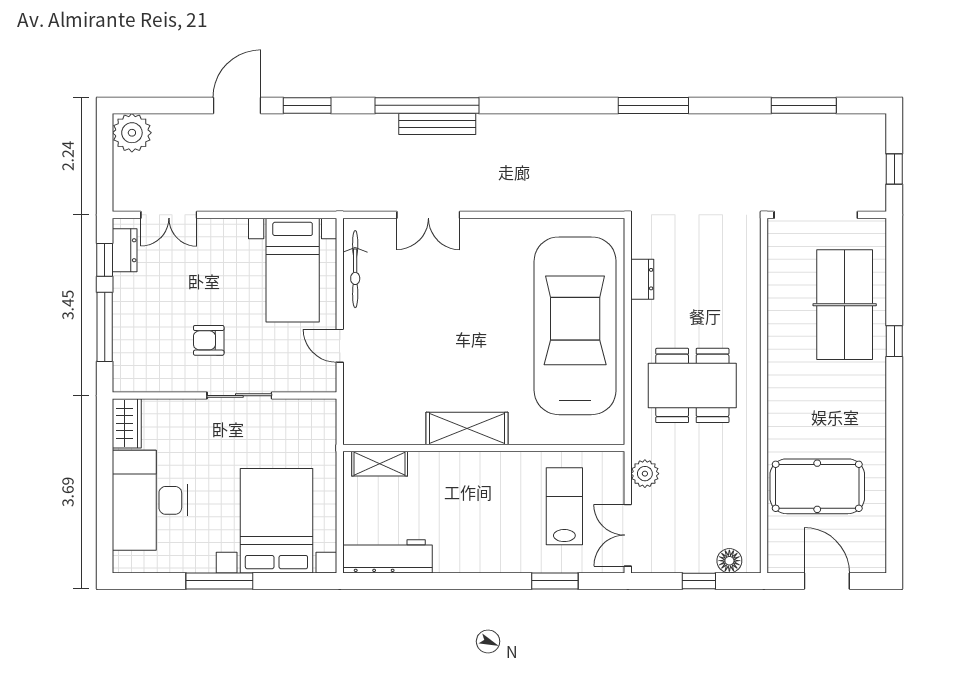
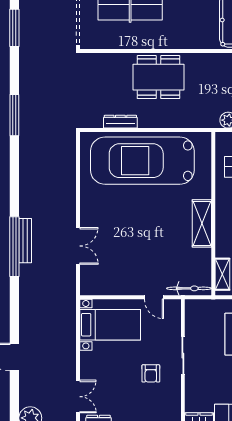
window: (307, 105) -> (14, 316), removed
bicycle: (355, 269) -> (189, 288), moved
dresser: (642, 279) -> (120, 122), width x1.44
door: (340, 346) -> (154, 297), hinge flipped
dining table: (692, 385) -> (158, 77), moved, turned 90

